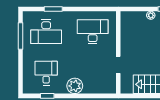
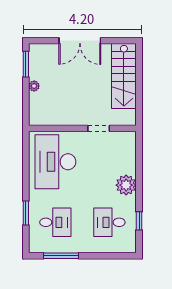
desk: (46, 32) -> (55, 222), width x0.73
desk: (93, 32) -> (55, 162), width x1.36, depth x1.30

